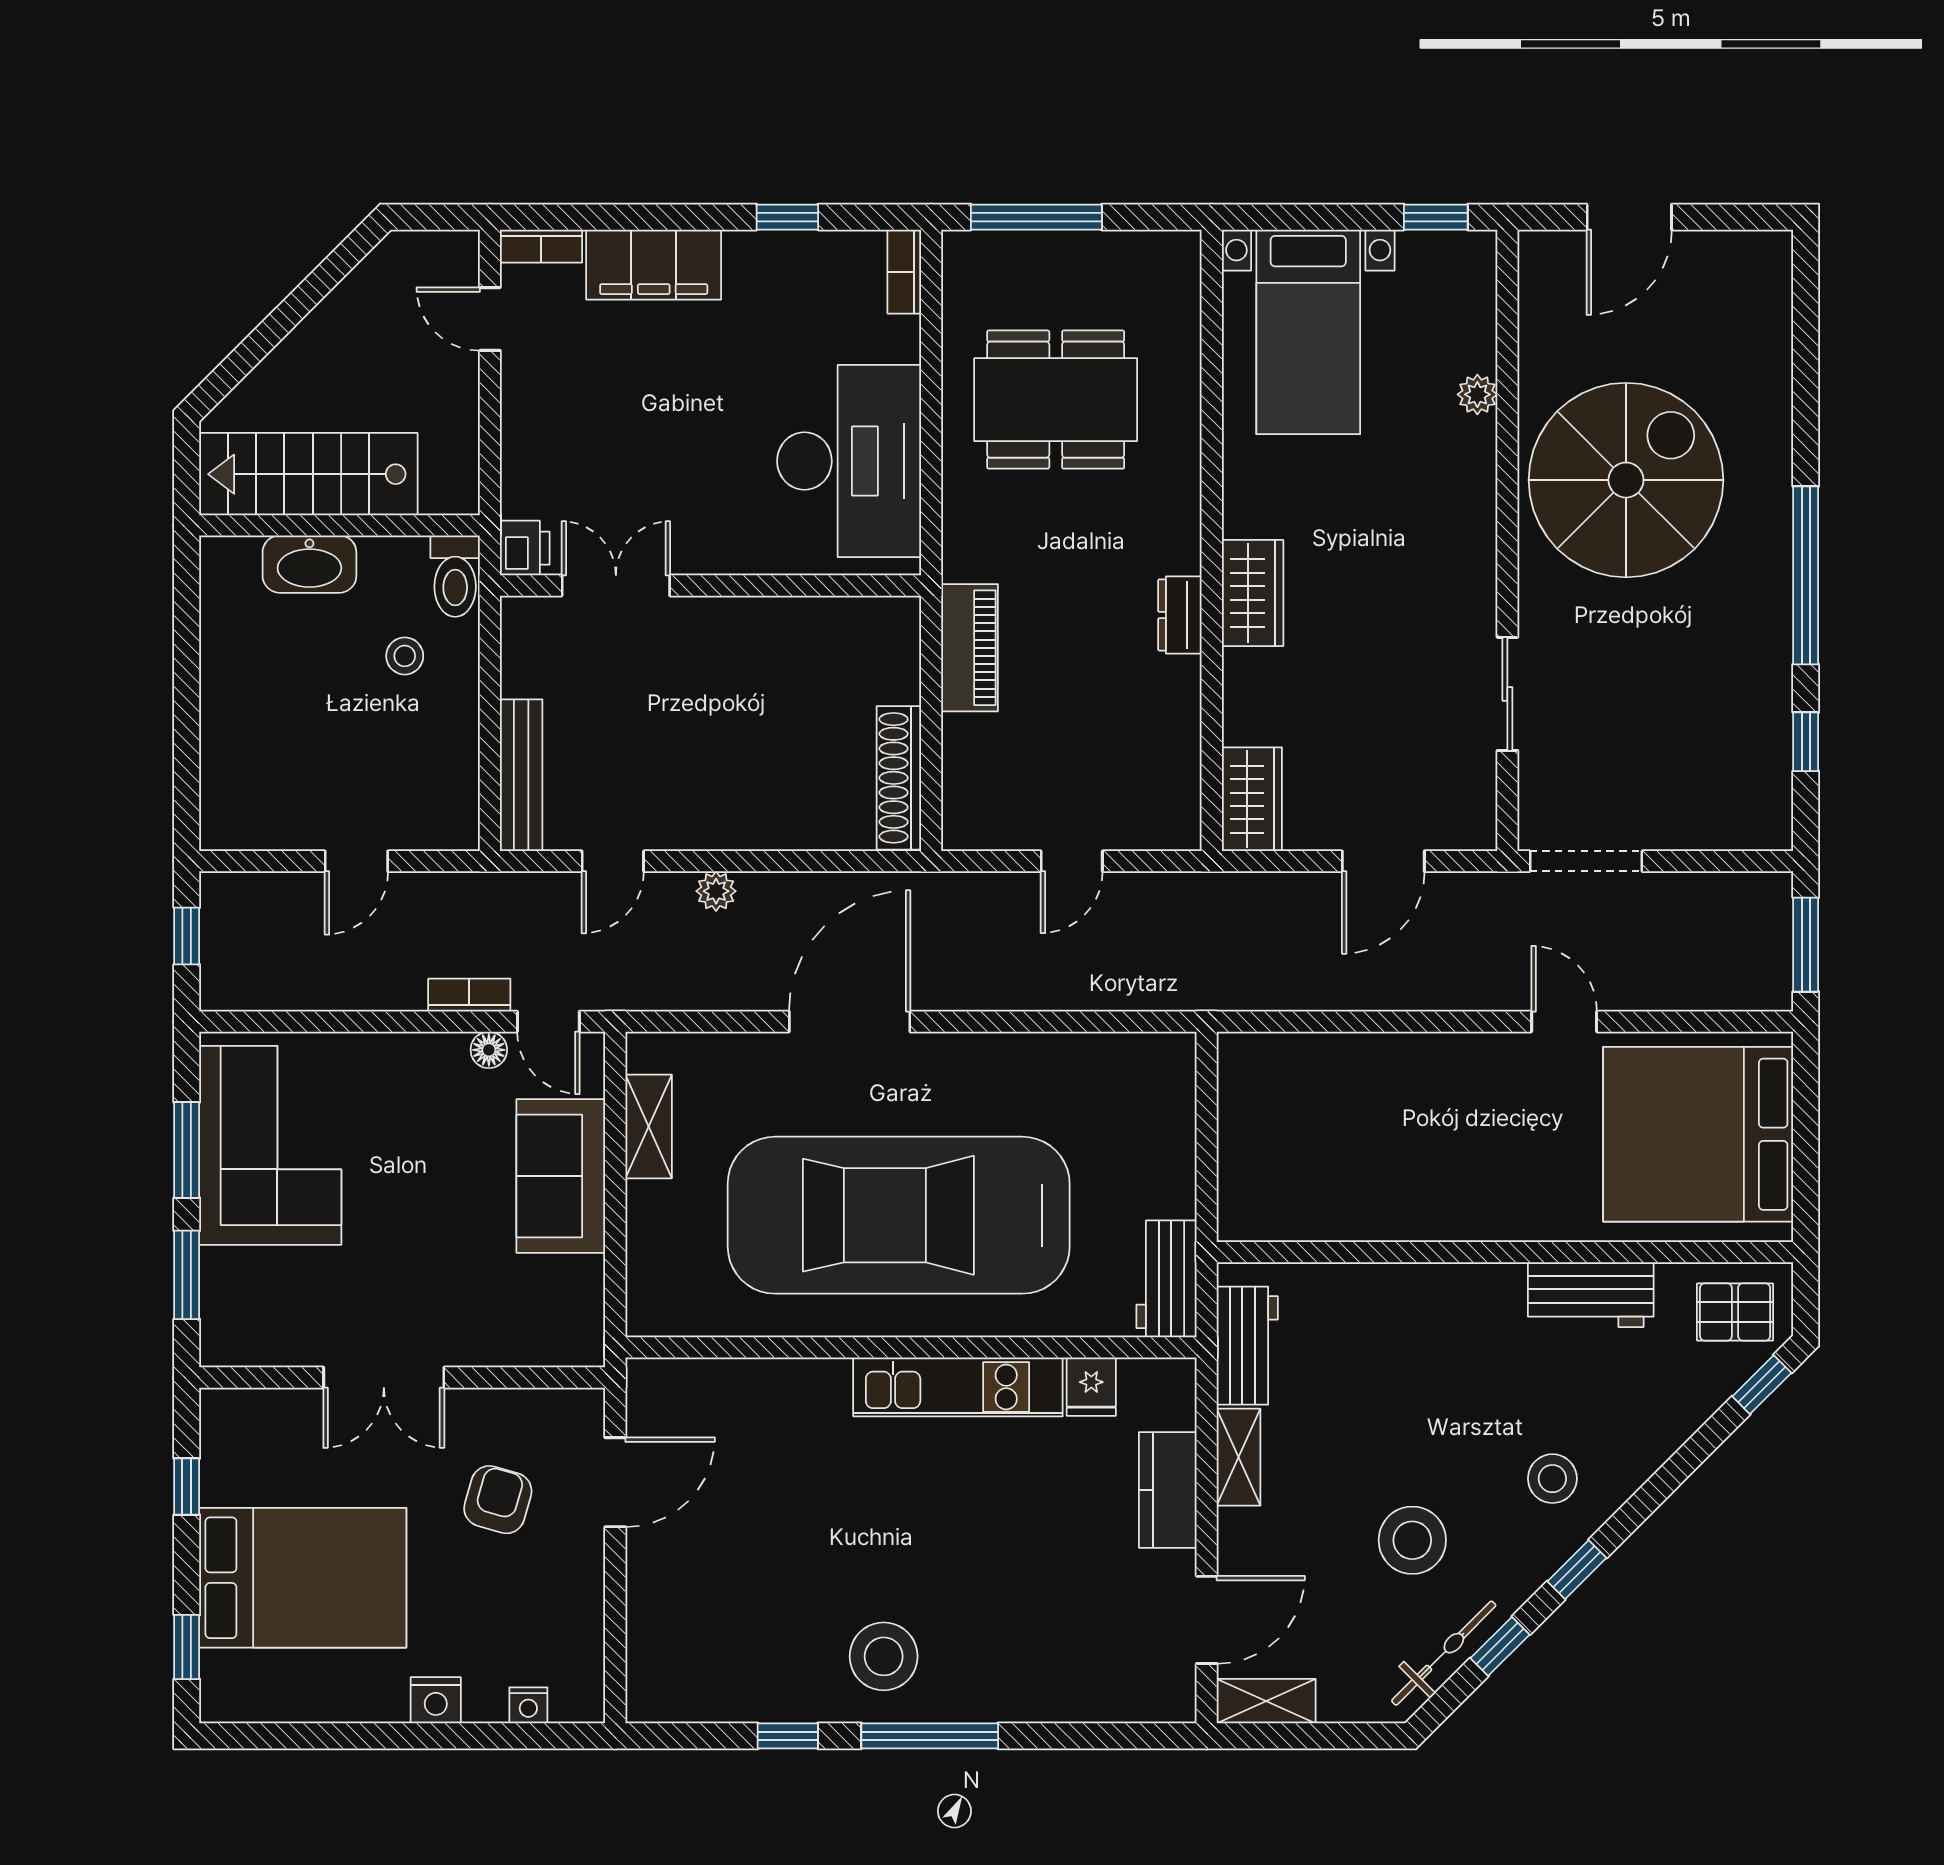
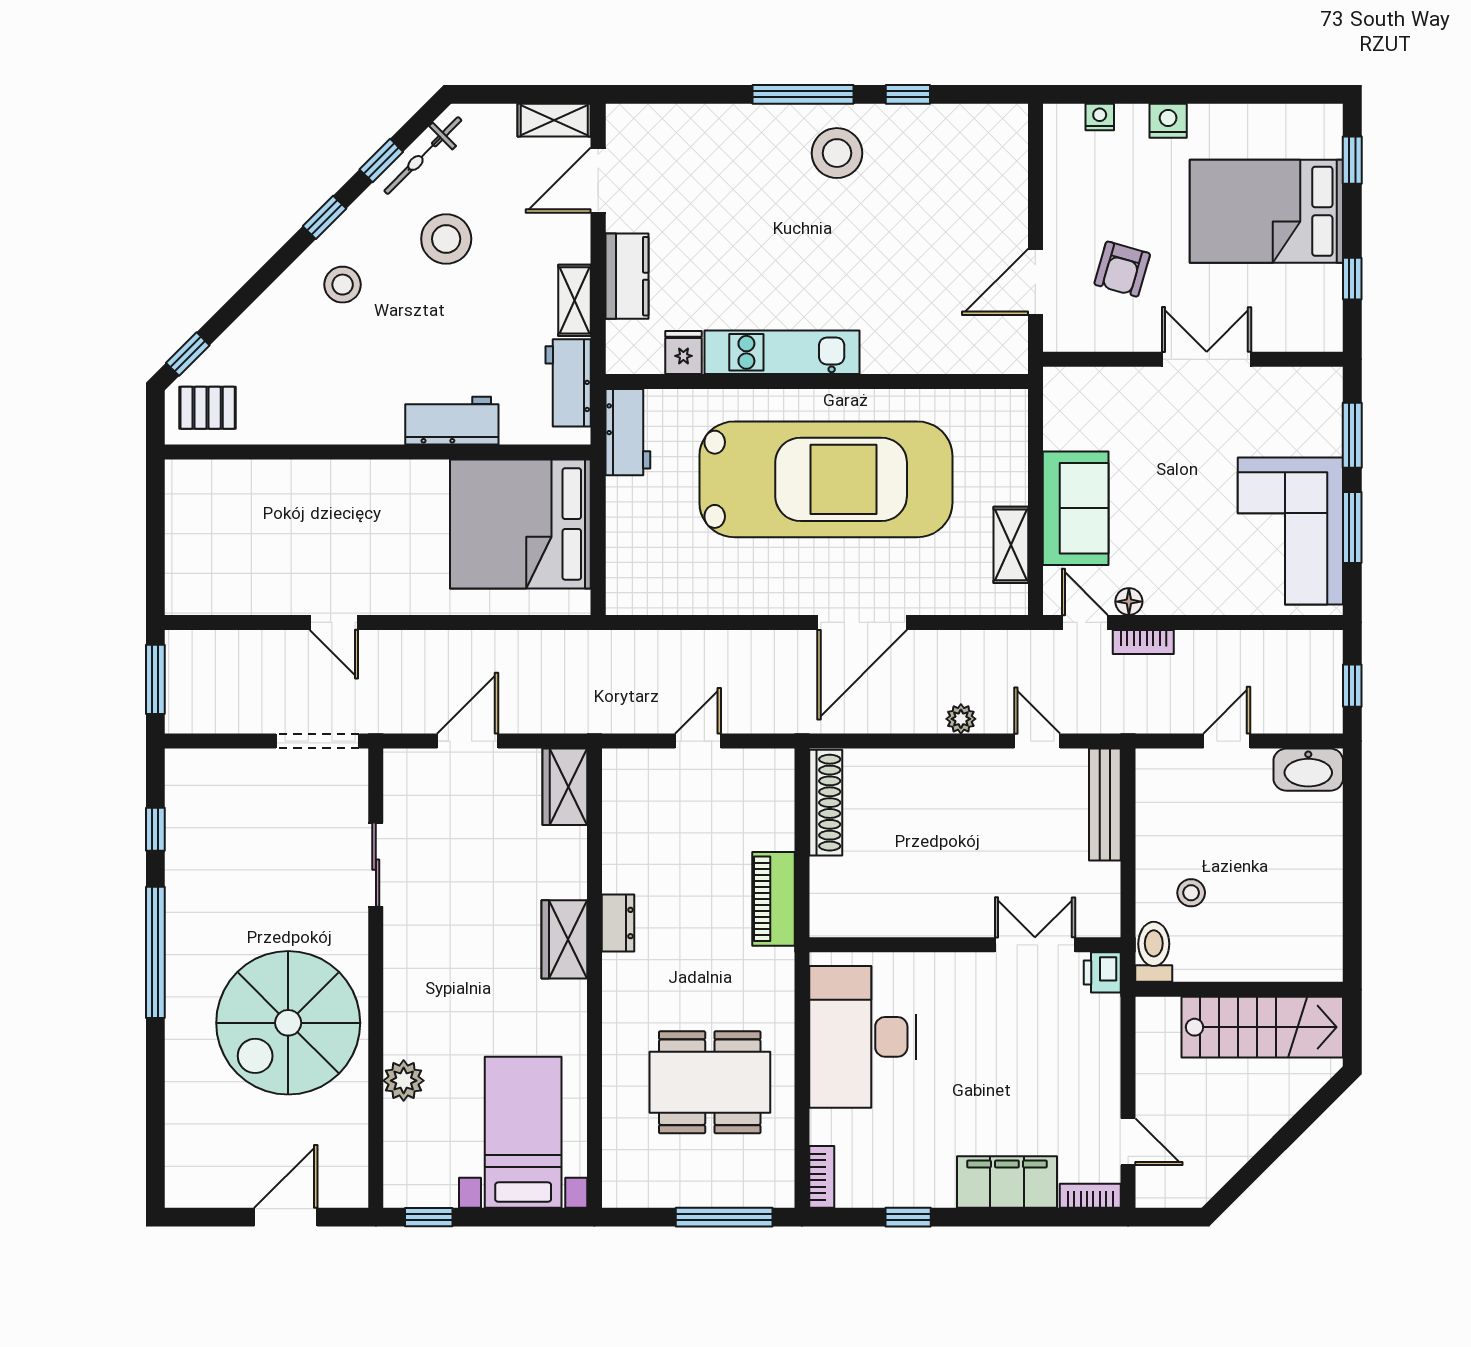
plant: (1477, 394) -> (404, 1081), width x1.38, depth x1.38
washbasin: (309, 564) -> (1308, 770), moved, turned 180
double door: (616, 586) -> (1035, 945), swing flipped
door: (613, 861) -> (1037, 741), hinge flipped
bed: (1698, 1134) -> (520, 524), moved, turned 180
workbench: (1591, 1295) -> (452, 421), moved

